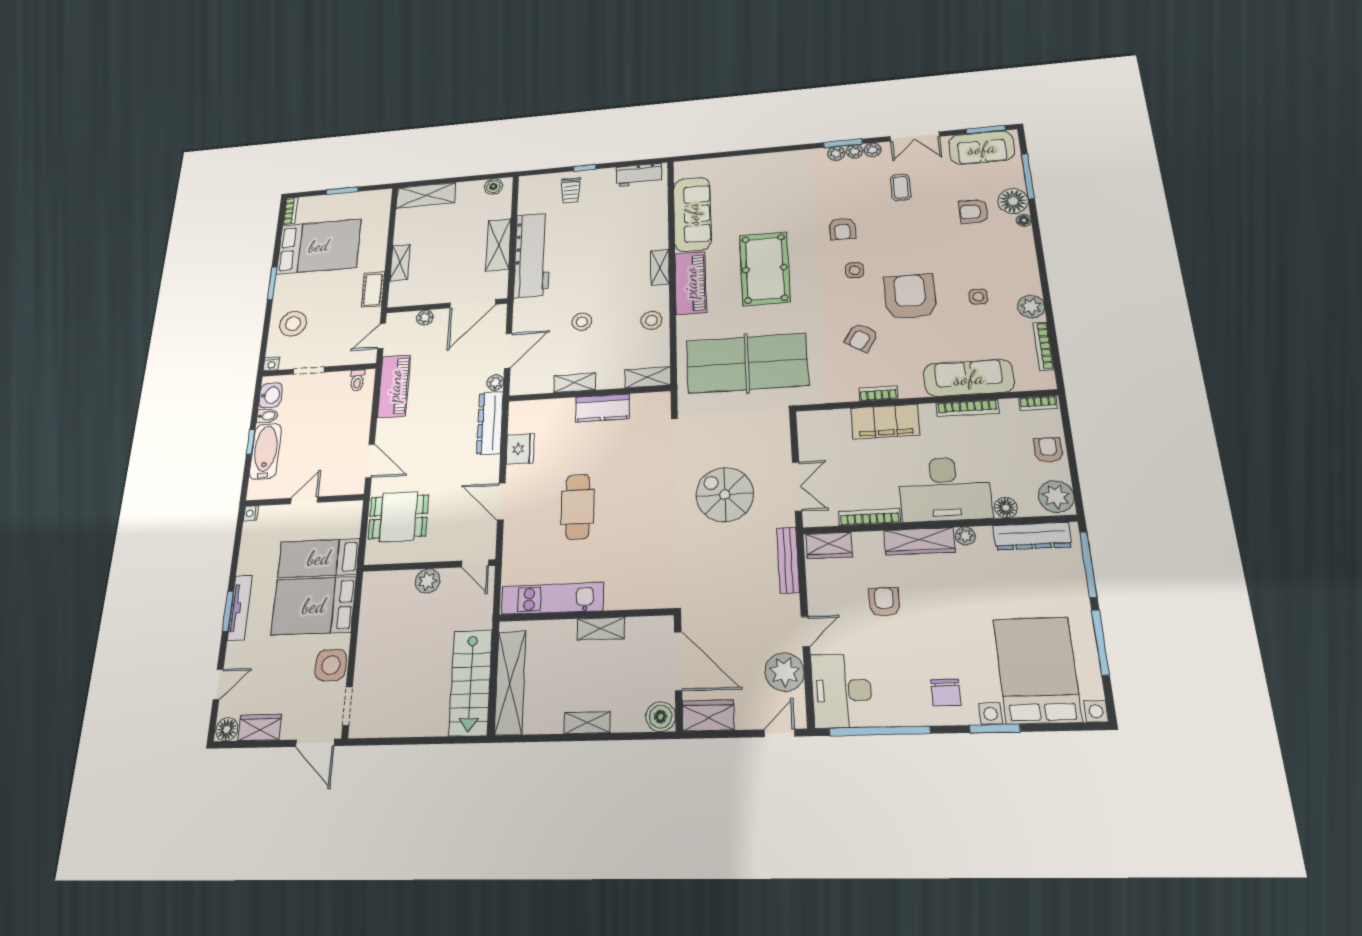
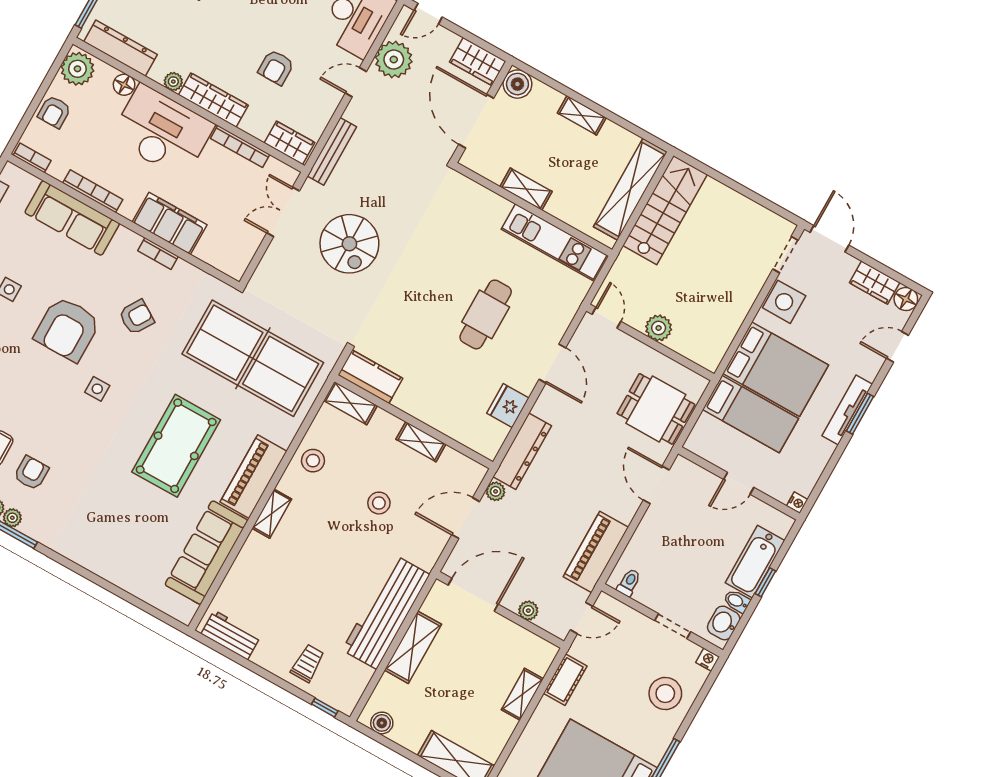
plant: (836, 153) -> (30, 527), removed
window: (585, 168) -> (325, 708), moved
armchair: (842, 229) -> (31, 473), moved
kitchen counter: (602, 408) -> (370, 377), moved

